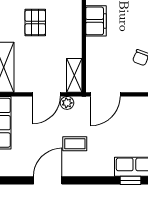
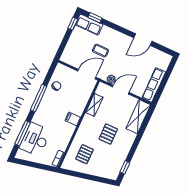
filing cabinet: (96, 21) -> (73, 119), width x0.50
shelving: (74, 75) -> (94, 105), moved
coffee table: (75, 144) -> (101, 51), moved

